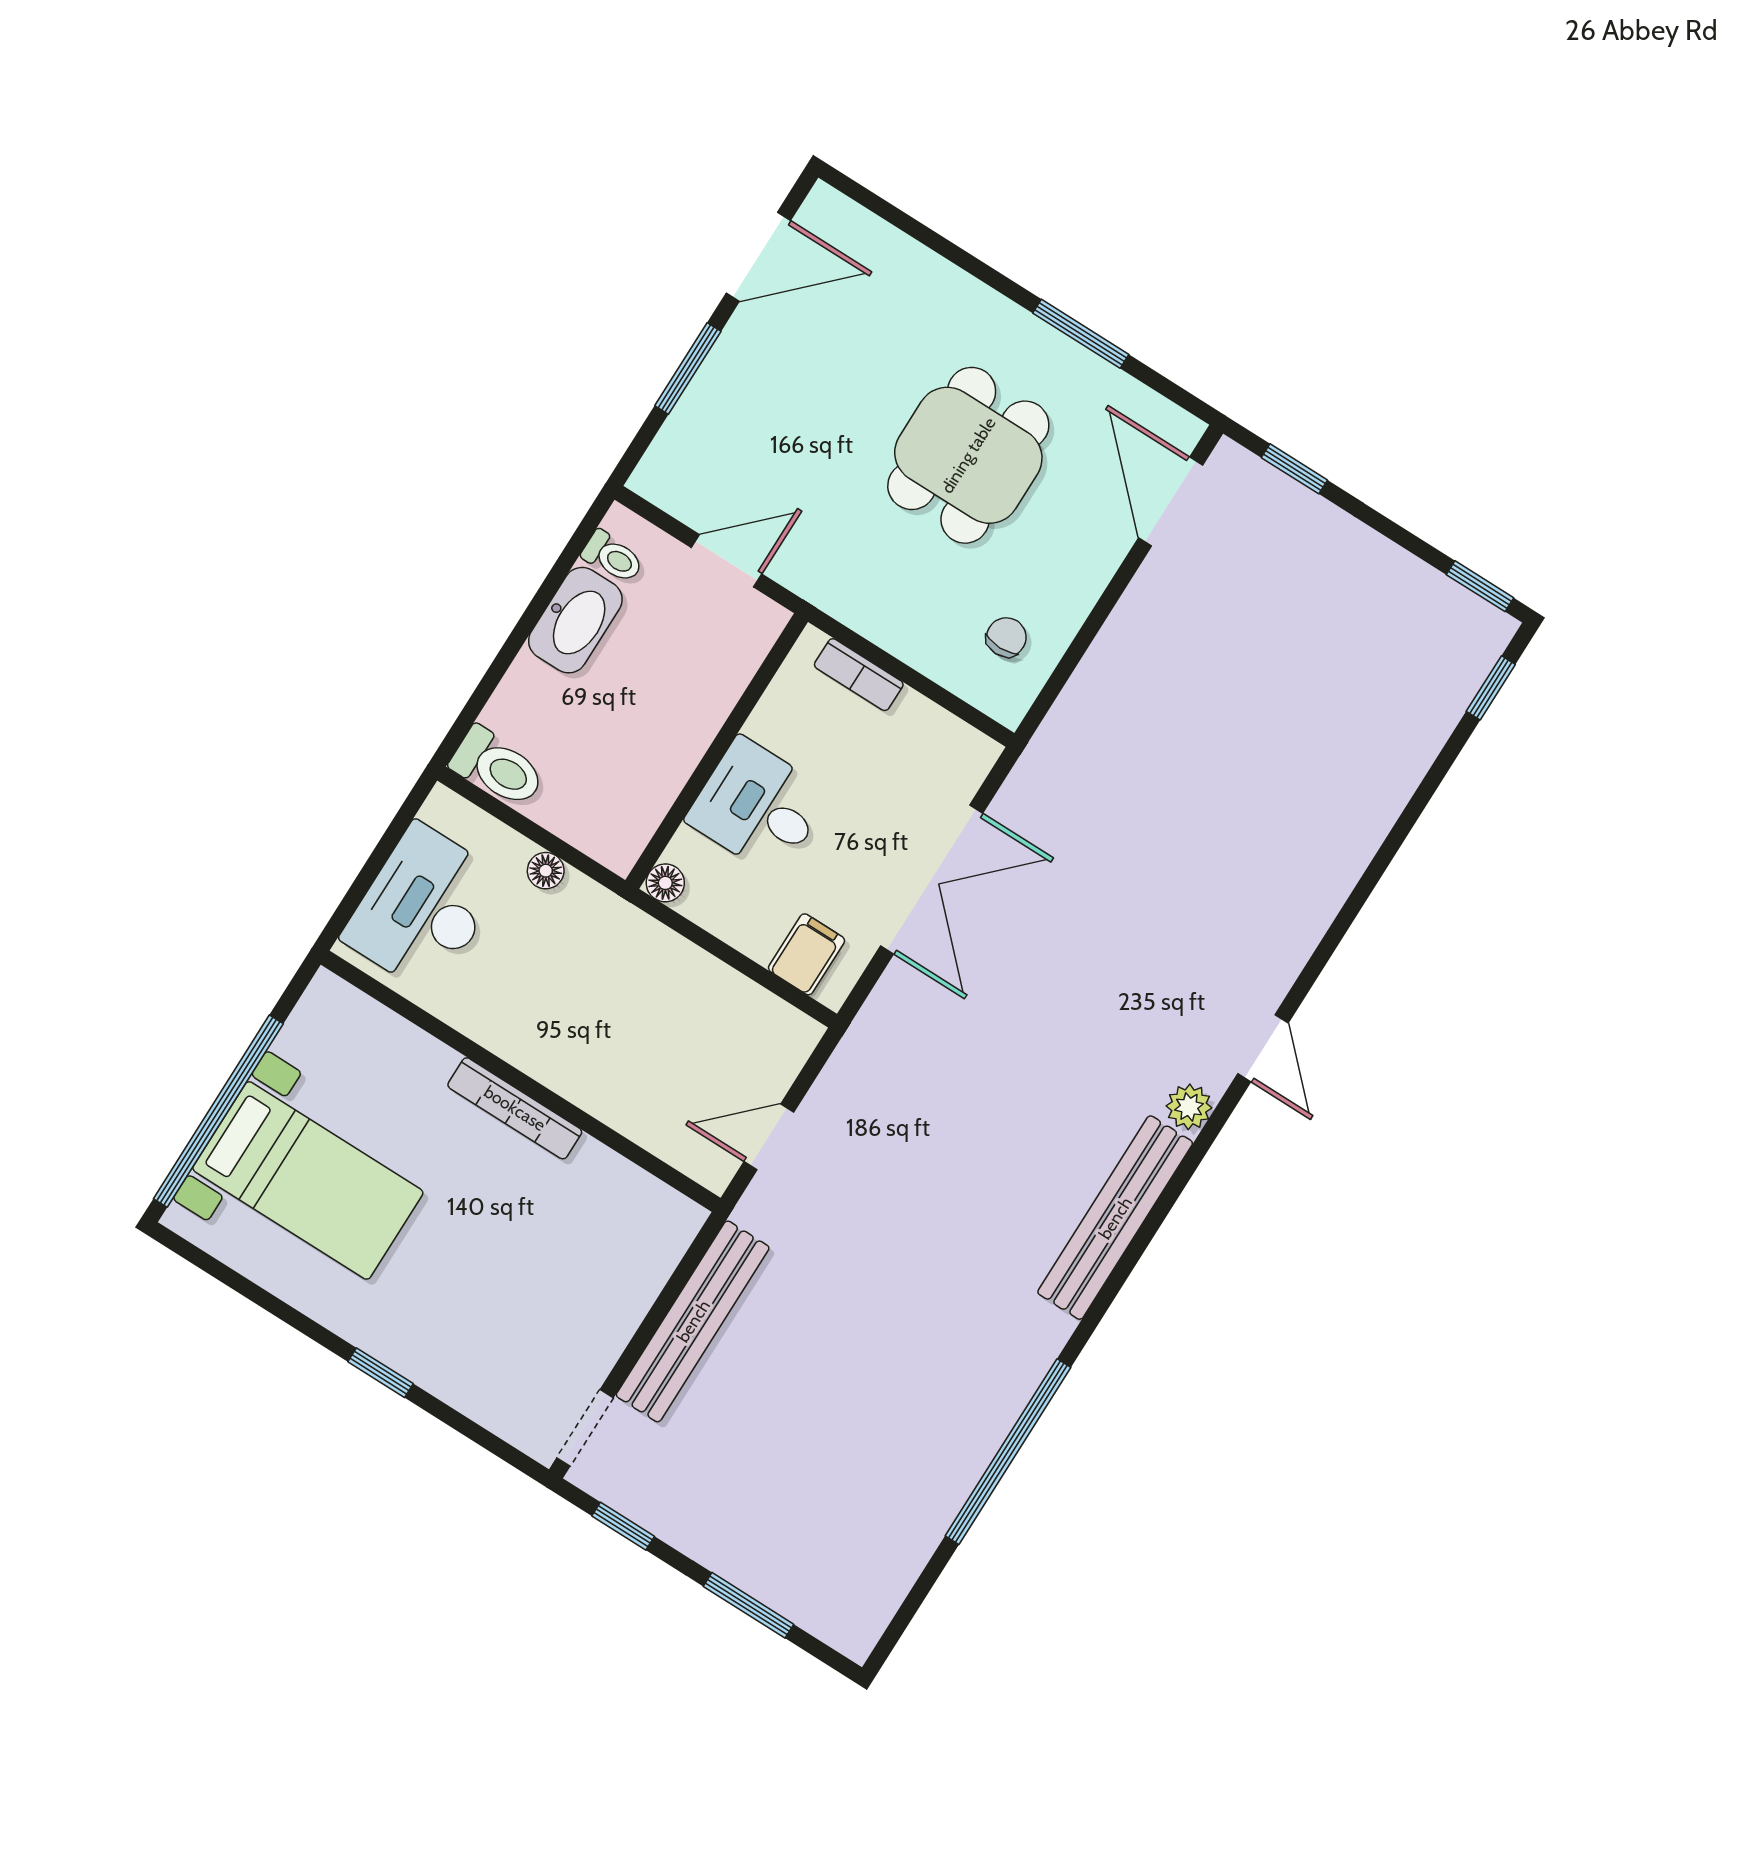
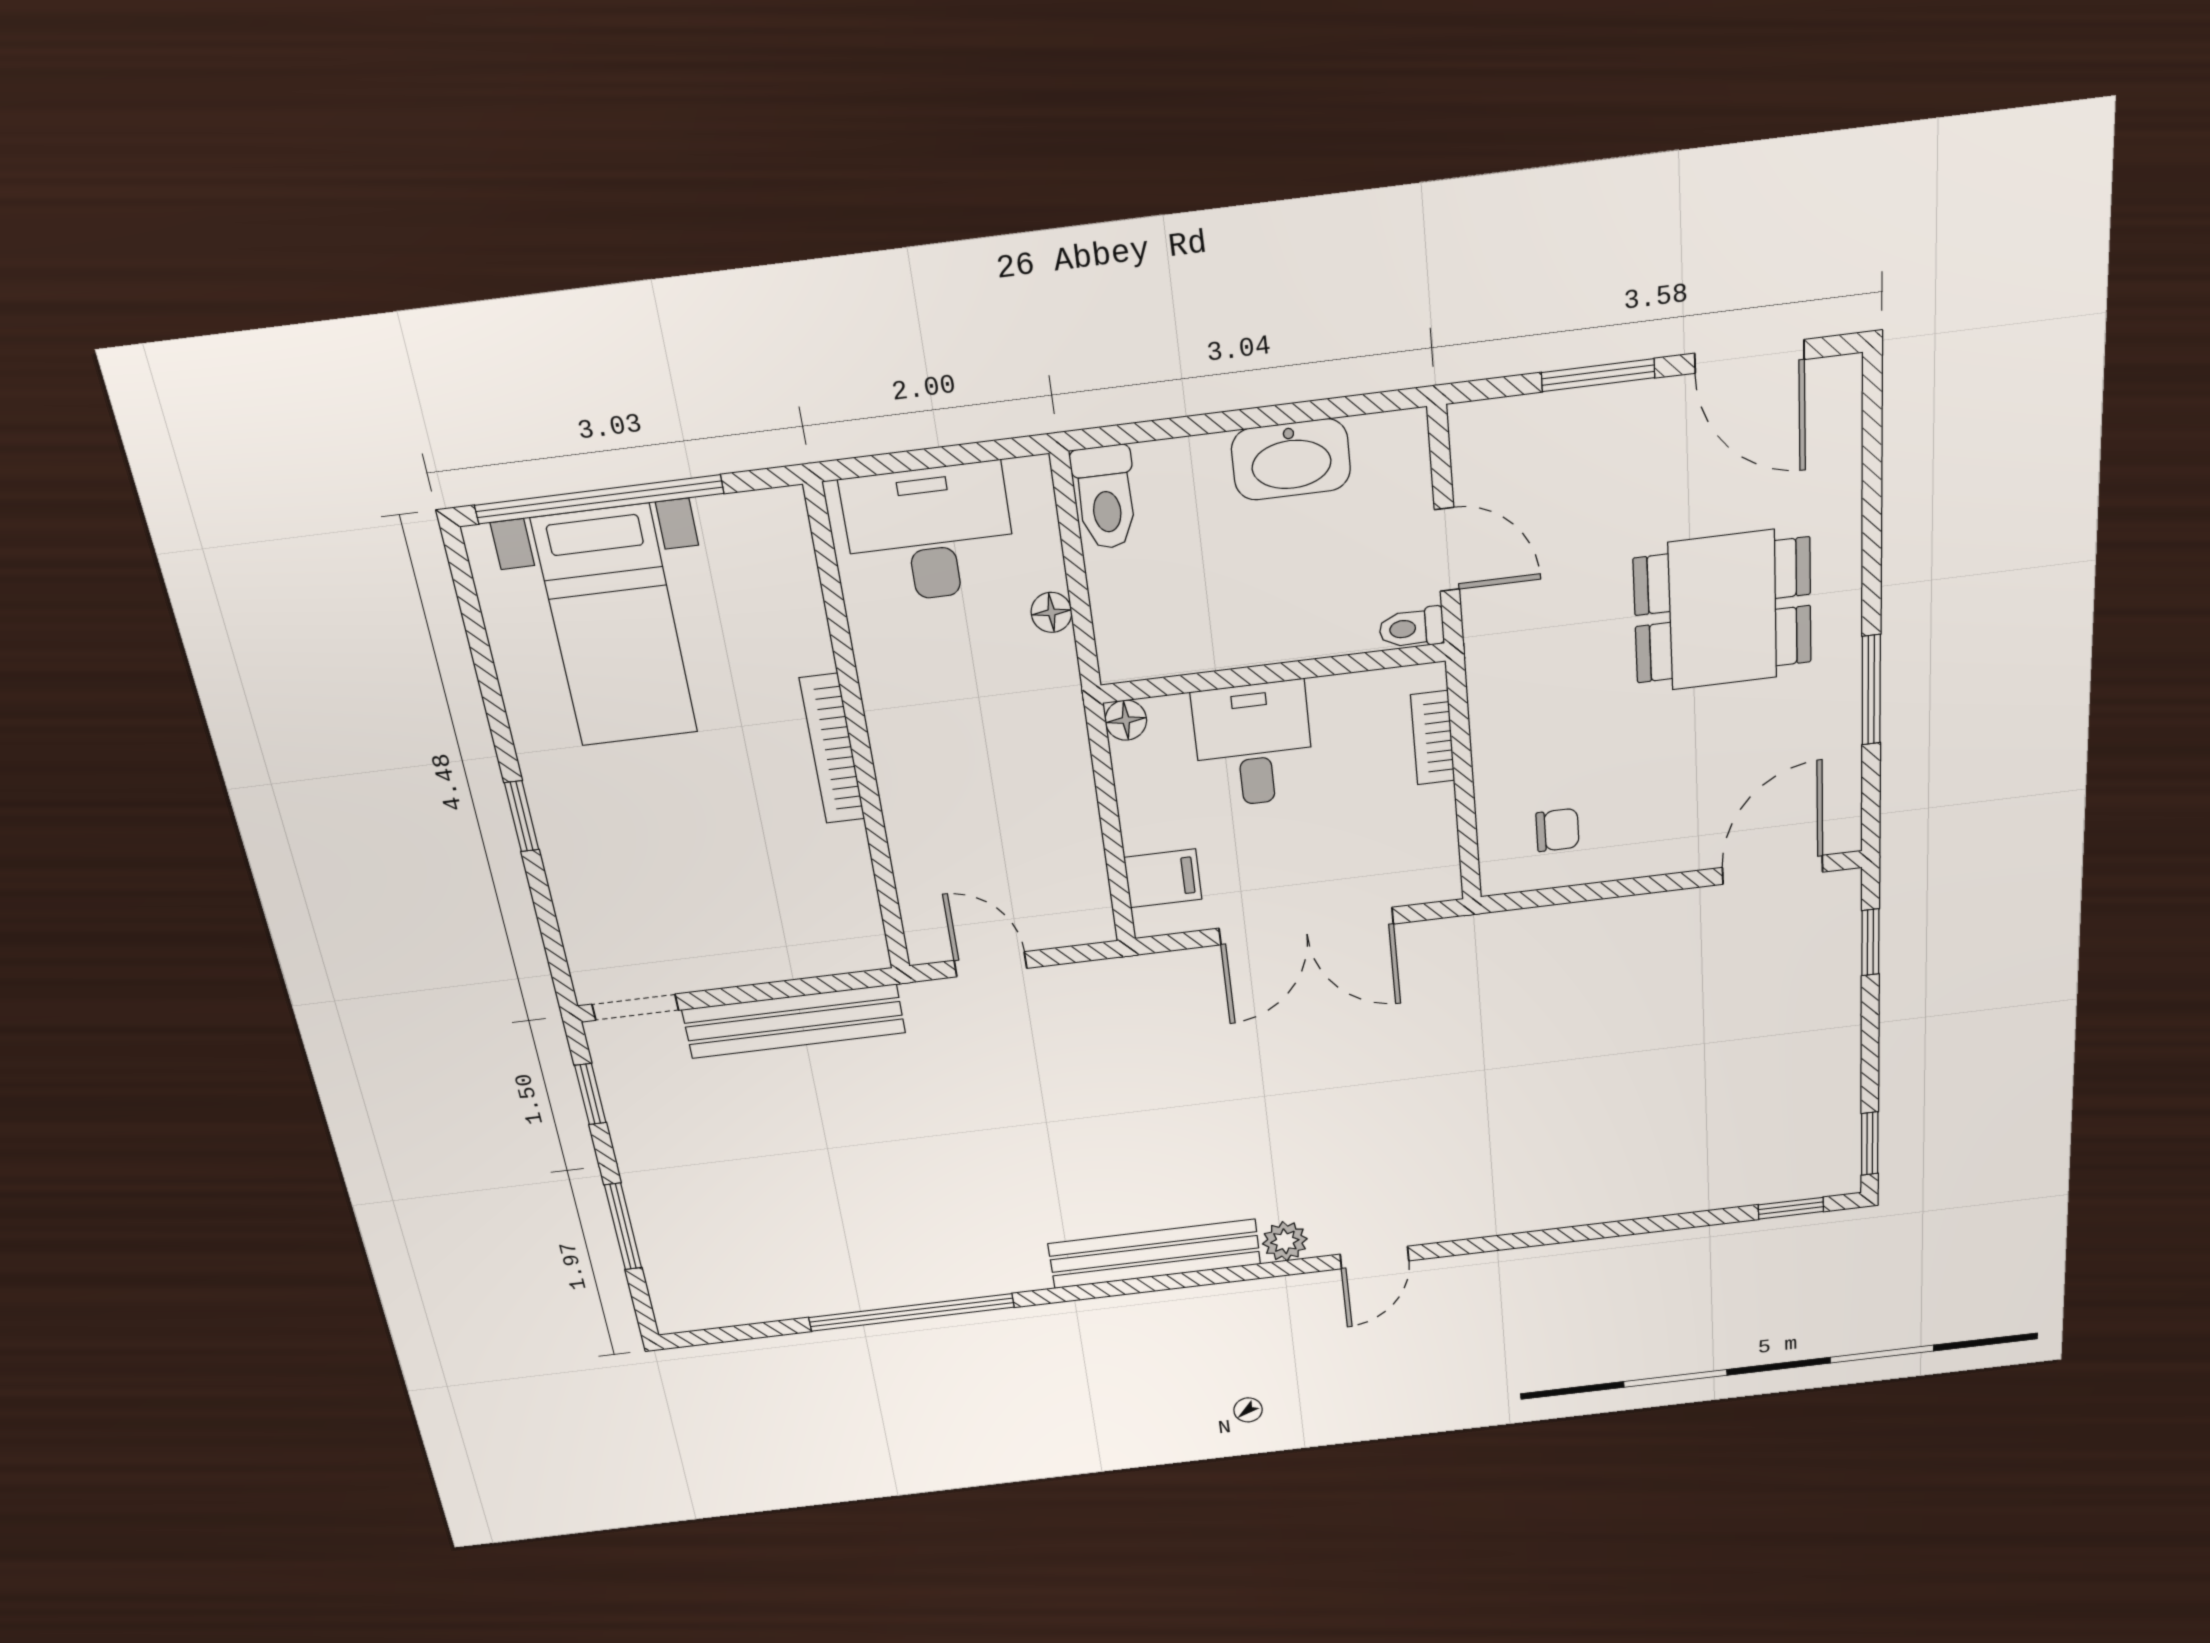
dining table: (968, 455) -> (1723, 610), moved
toilet: (613, 557) -> (1412, 628), moved, turned 90

